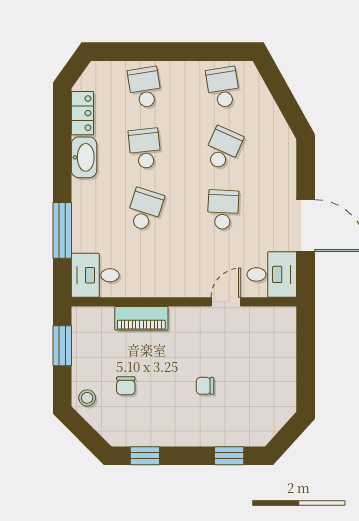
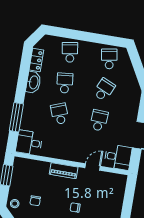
school desk: (145, 210) -> (60, 114), turned -39
piano: (141, 318) -> (64, 171), moved

